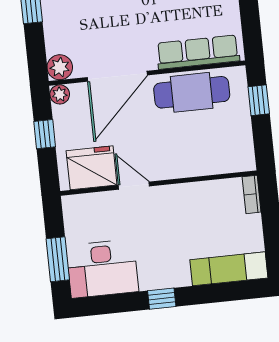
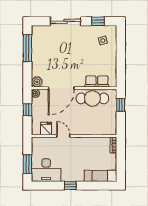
row of seats: (198, 52) -> (97, 82), width x0.68
fridge: (92, 168) -> (46, 128), width x0.53, depth x0.75

